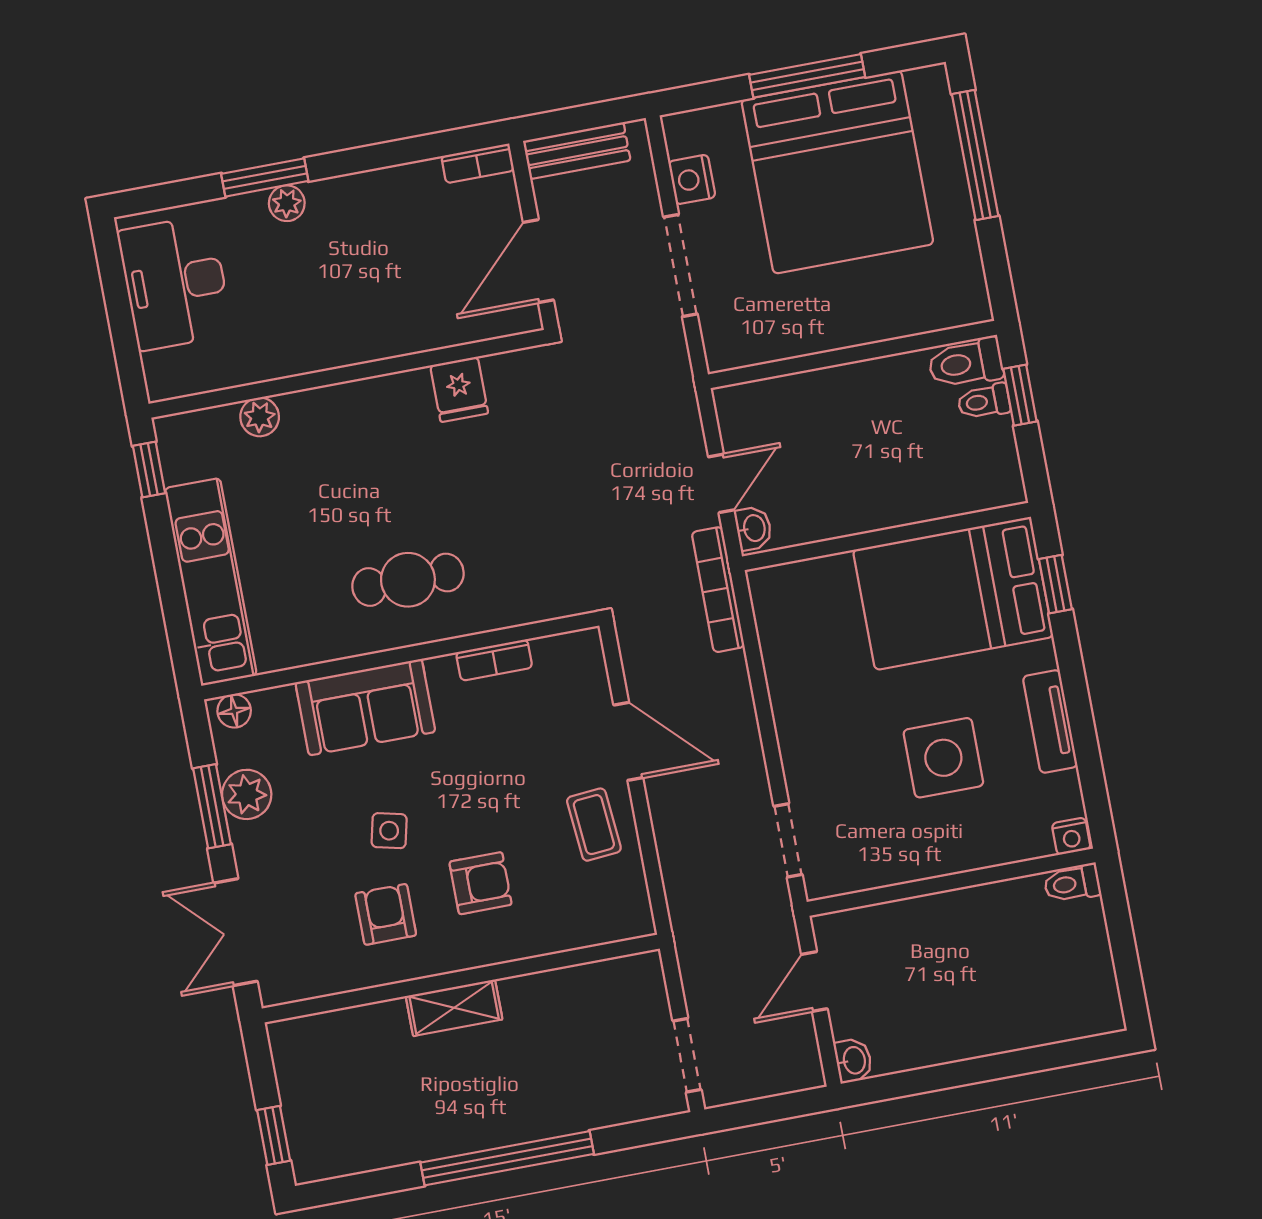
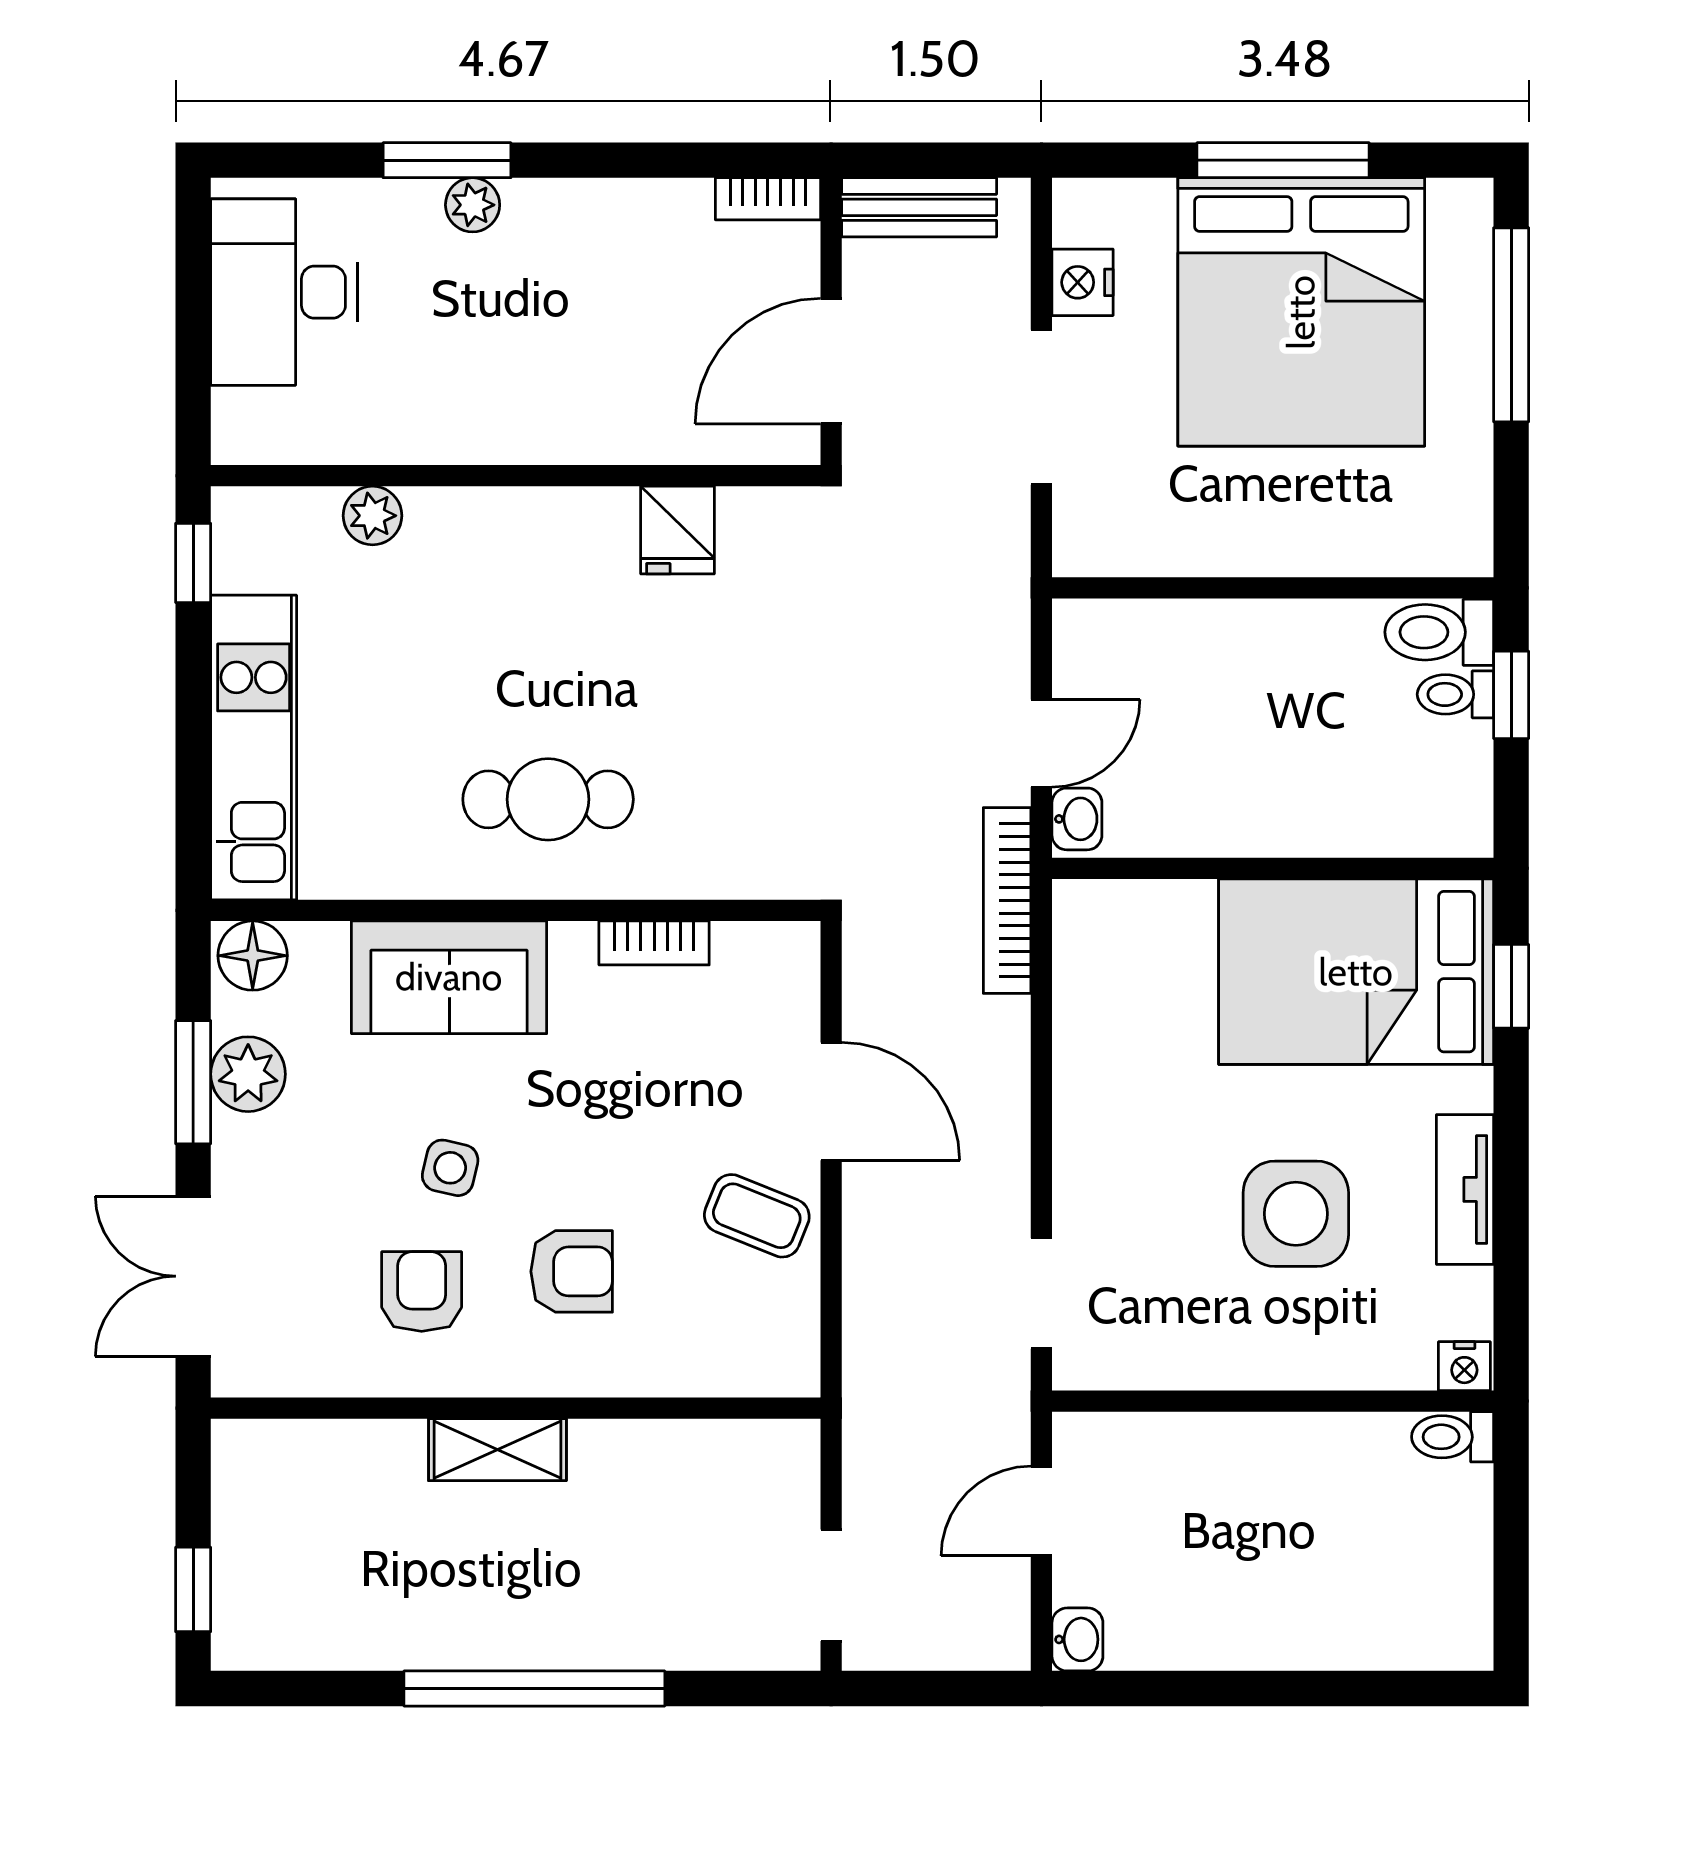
floor lamp: (234, 711) -> (253, 956), width x1.37, depth x1.37
coffee table: (594, 825) -> (757, 1216), turned -63

